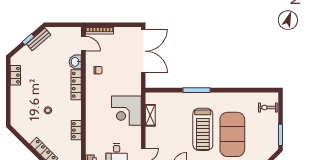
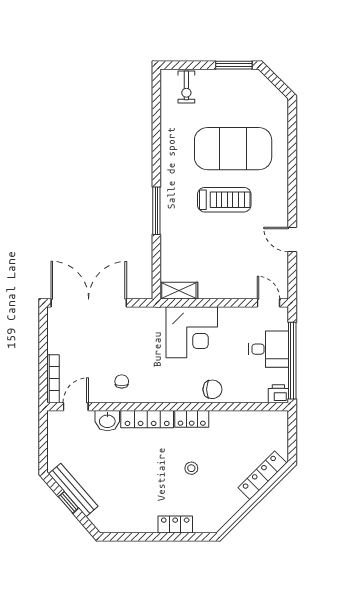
bench: (39, 39) -> (73, 490), width x1.36
locker: (15, 75) -> (175, 524), moved
shelving: (150, 115) -> (179, 291), moved
chair: (93, 123) -> (212, 389), added
treadmill: (203, 129) -> (224, 200), width x0.73, depth x0.73
locker: (76, 130) -> (192, 419), moved

